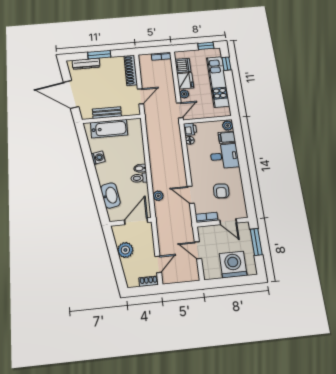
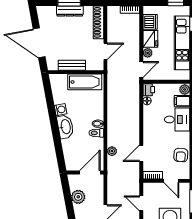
dresser: (86, 64) -> (70, 11), moved
bathtub: (109, 129) -> (85, 82), moved
armchair: (221, 191) -> (181, 155), moved
washbasin: (110, 195) -> (65, 127), moved
door: (191, 195) -> (141, 153), hinge flipped

